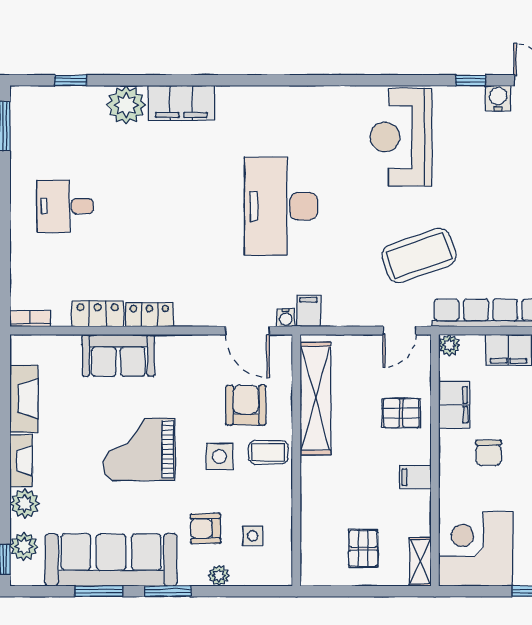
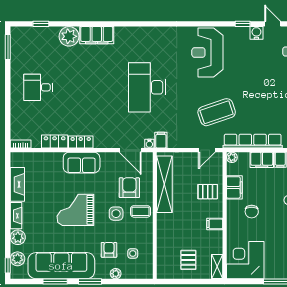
sofa: (118, 355) -> (82, 163), moved
armchair: (206, 529) -> (109, 250), turned 91

